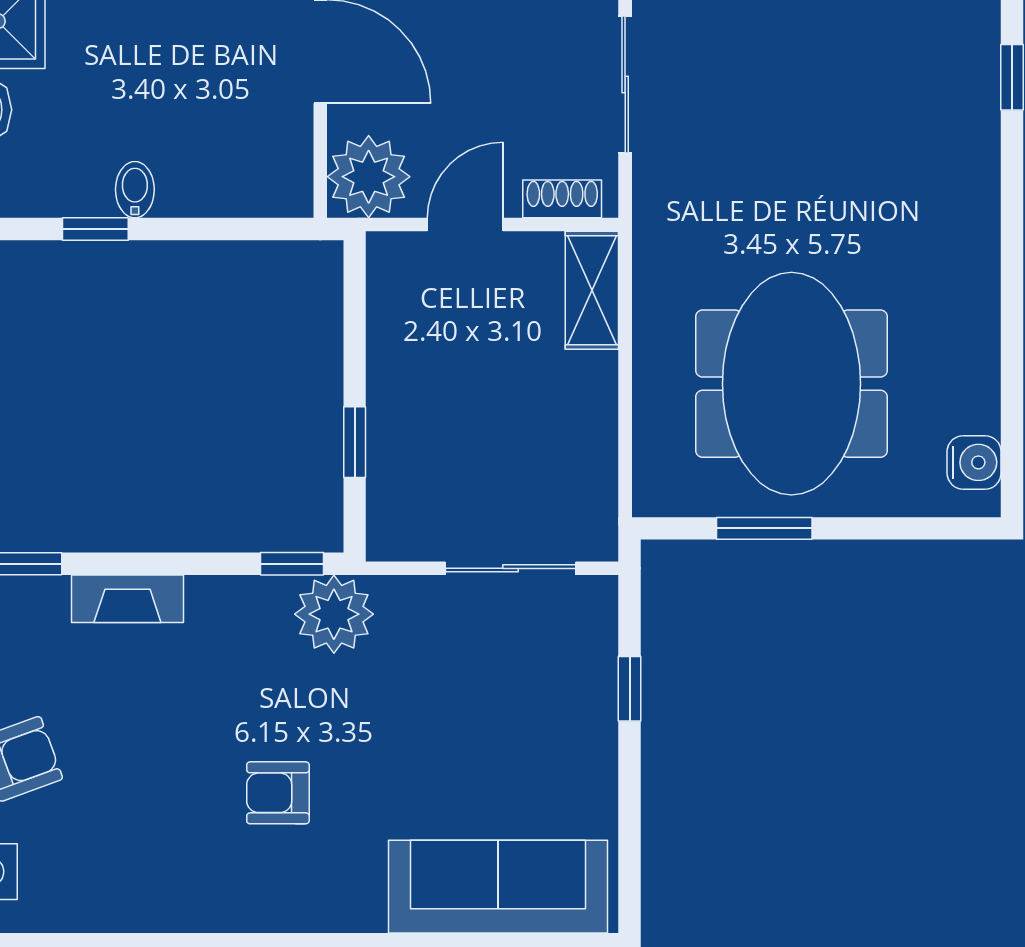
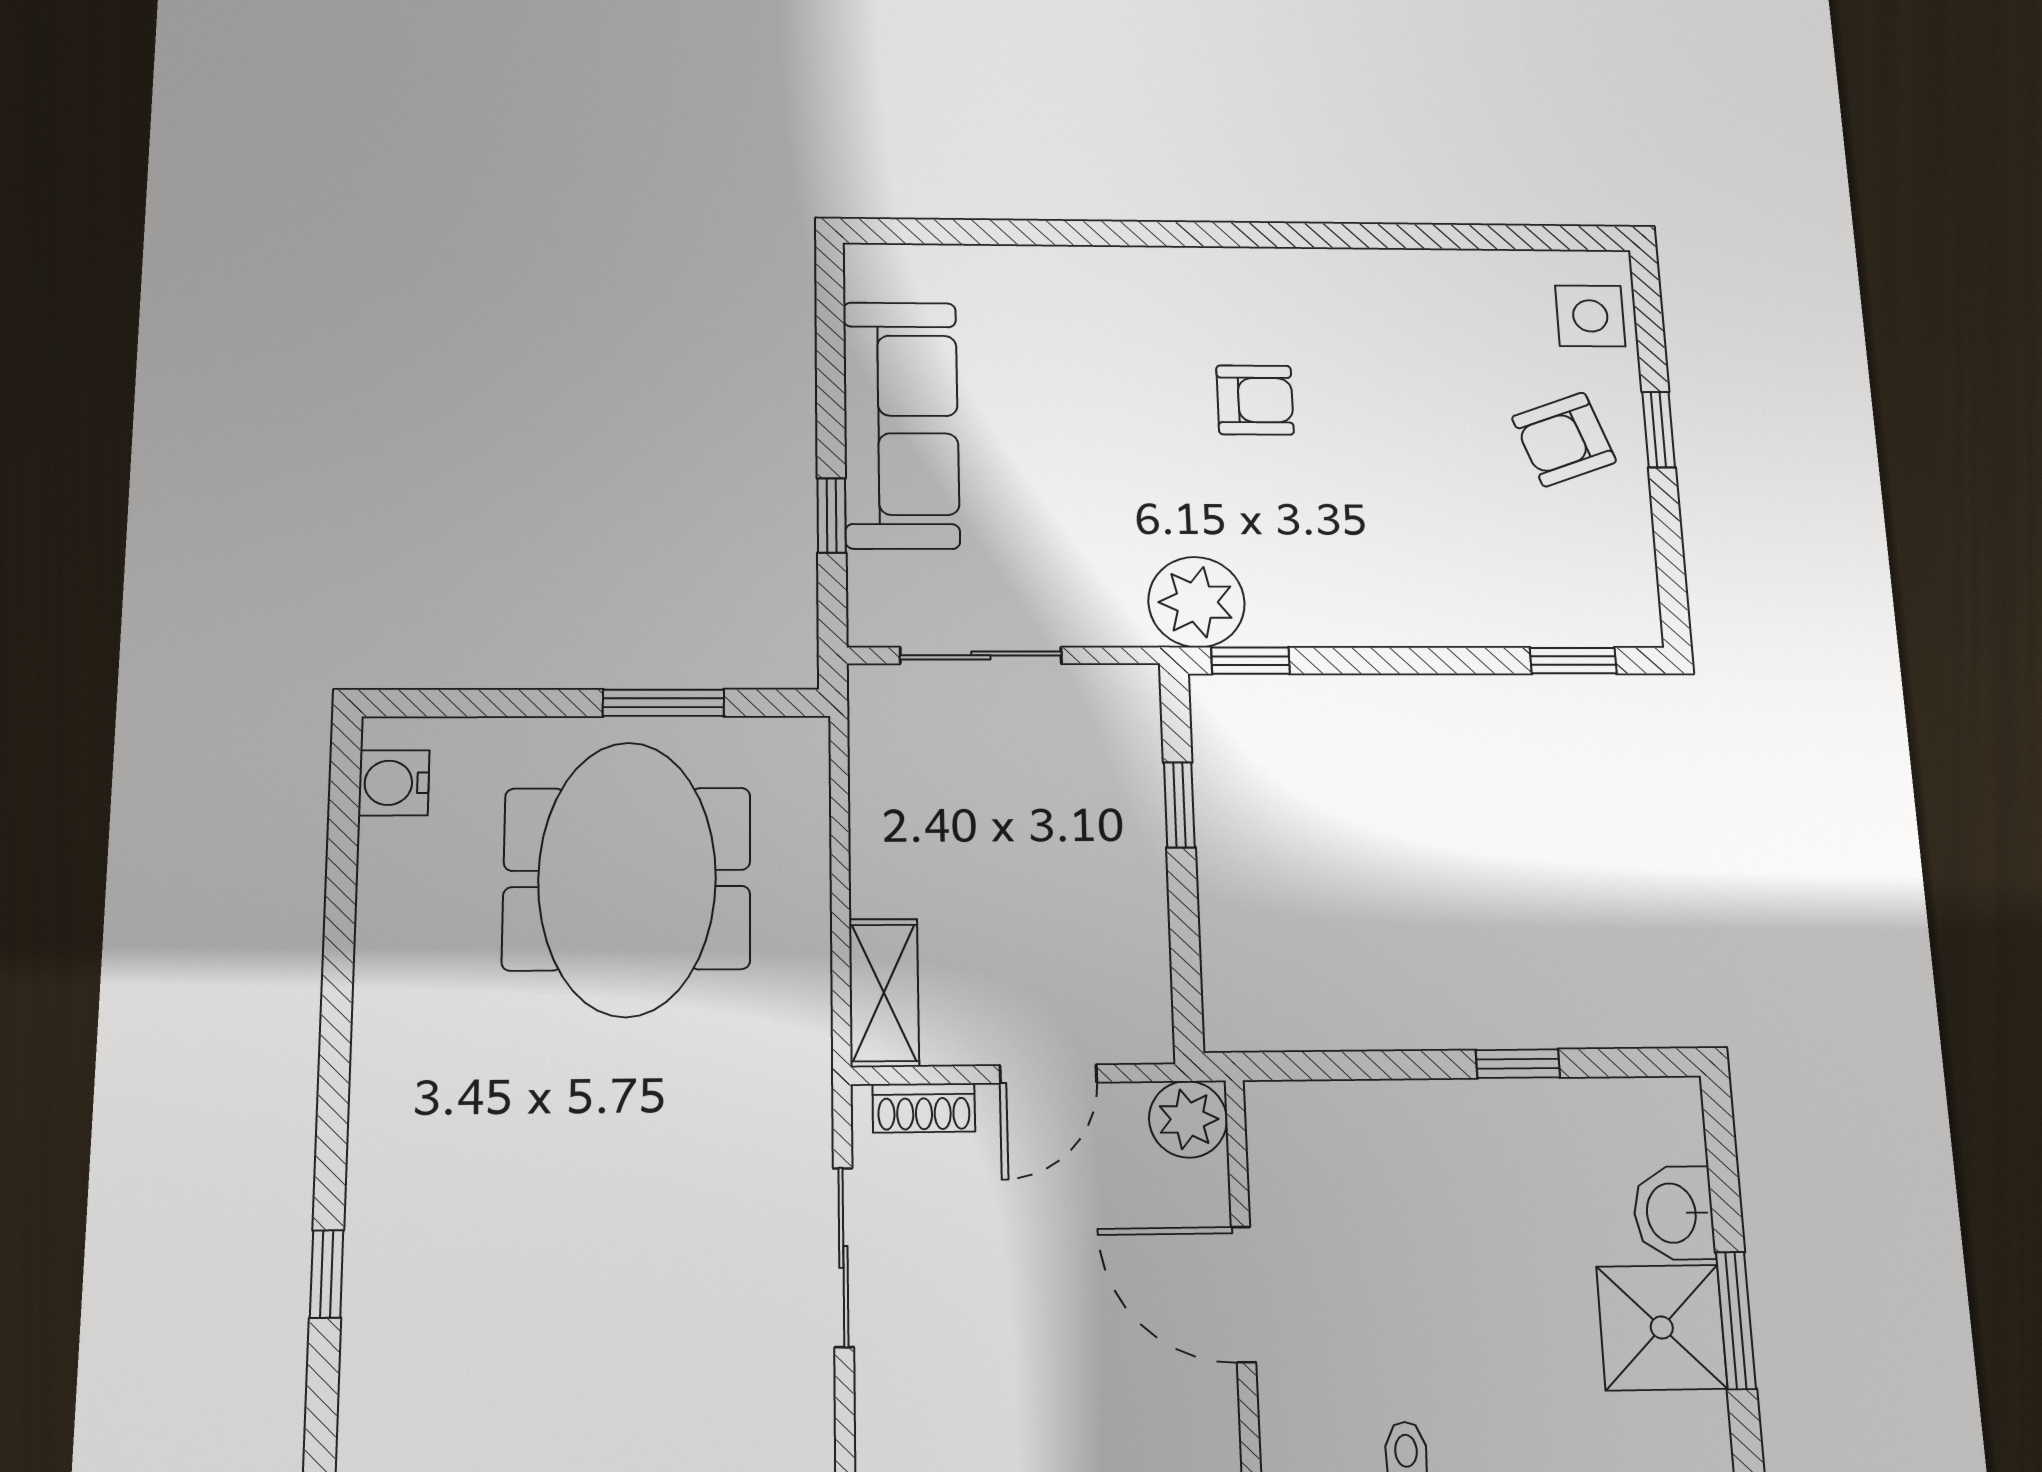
plant: (369, 177) -> (1188, 1119), width x0.73, depth x0.73
bidet: (135, 190) -> (1471, 1114), removed
fireplace: (127, 599) -> (1448, 620), removed
sofa: (498, 887) -> (901, 425), moved, turned -90

